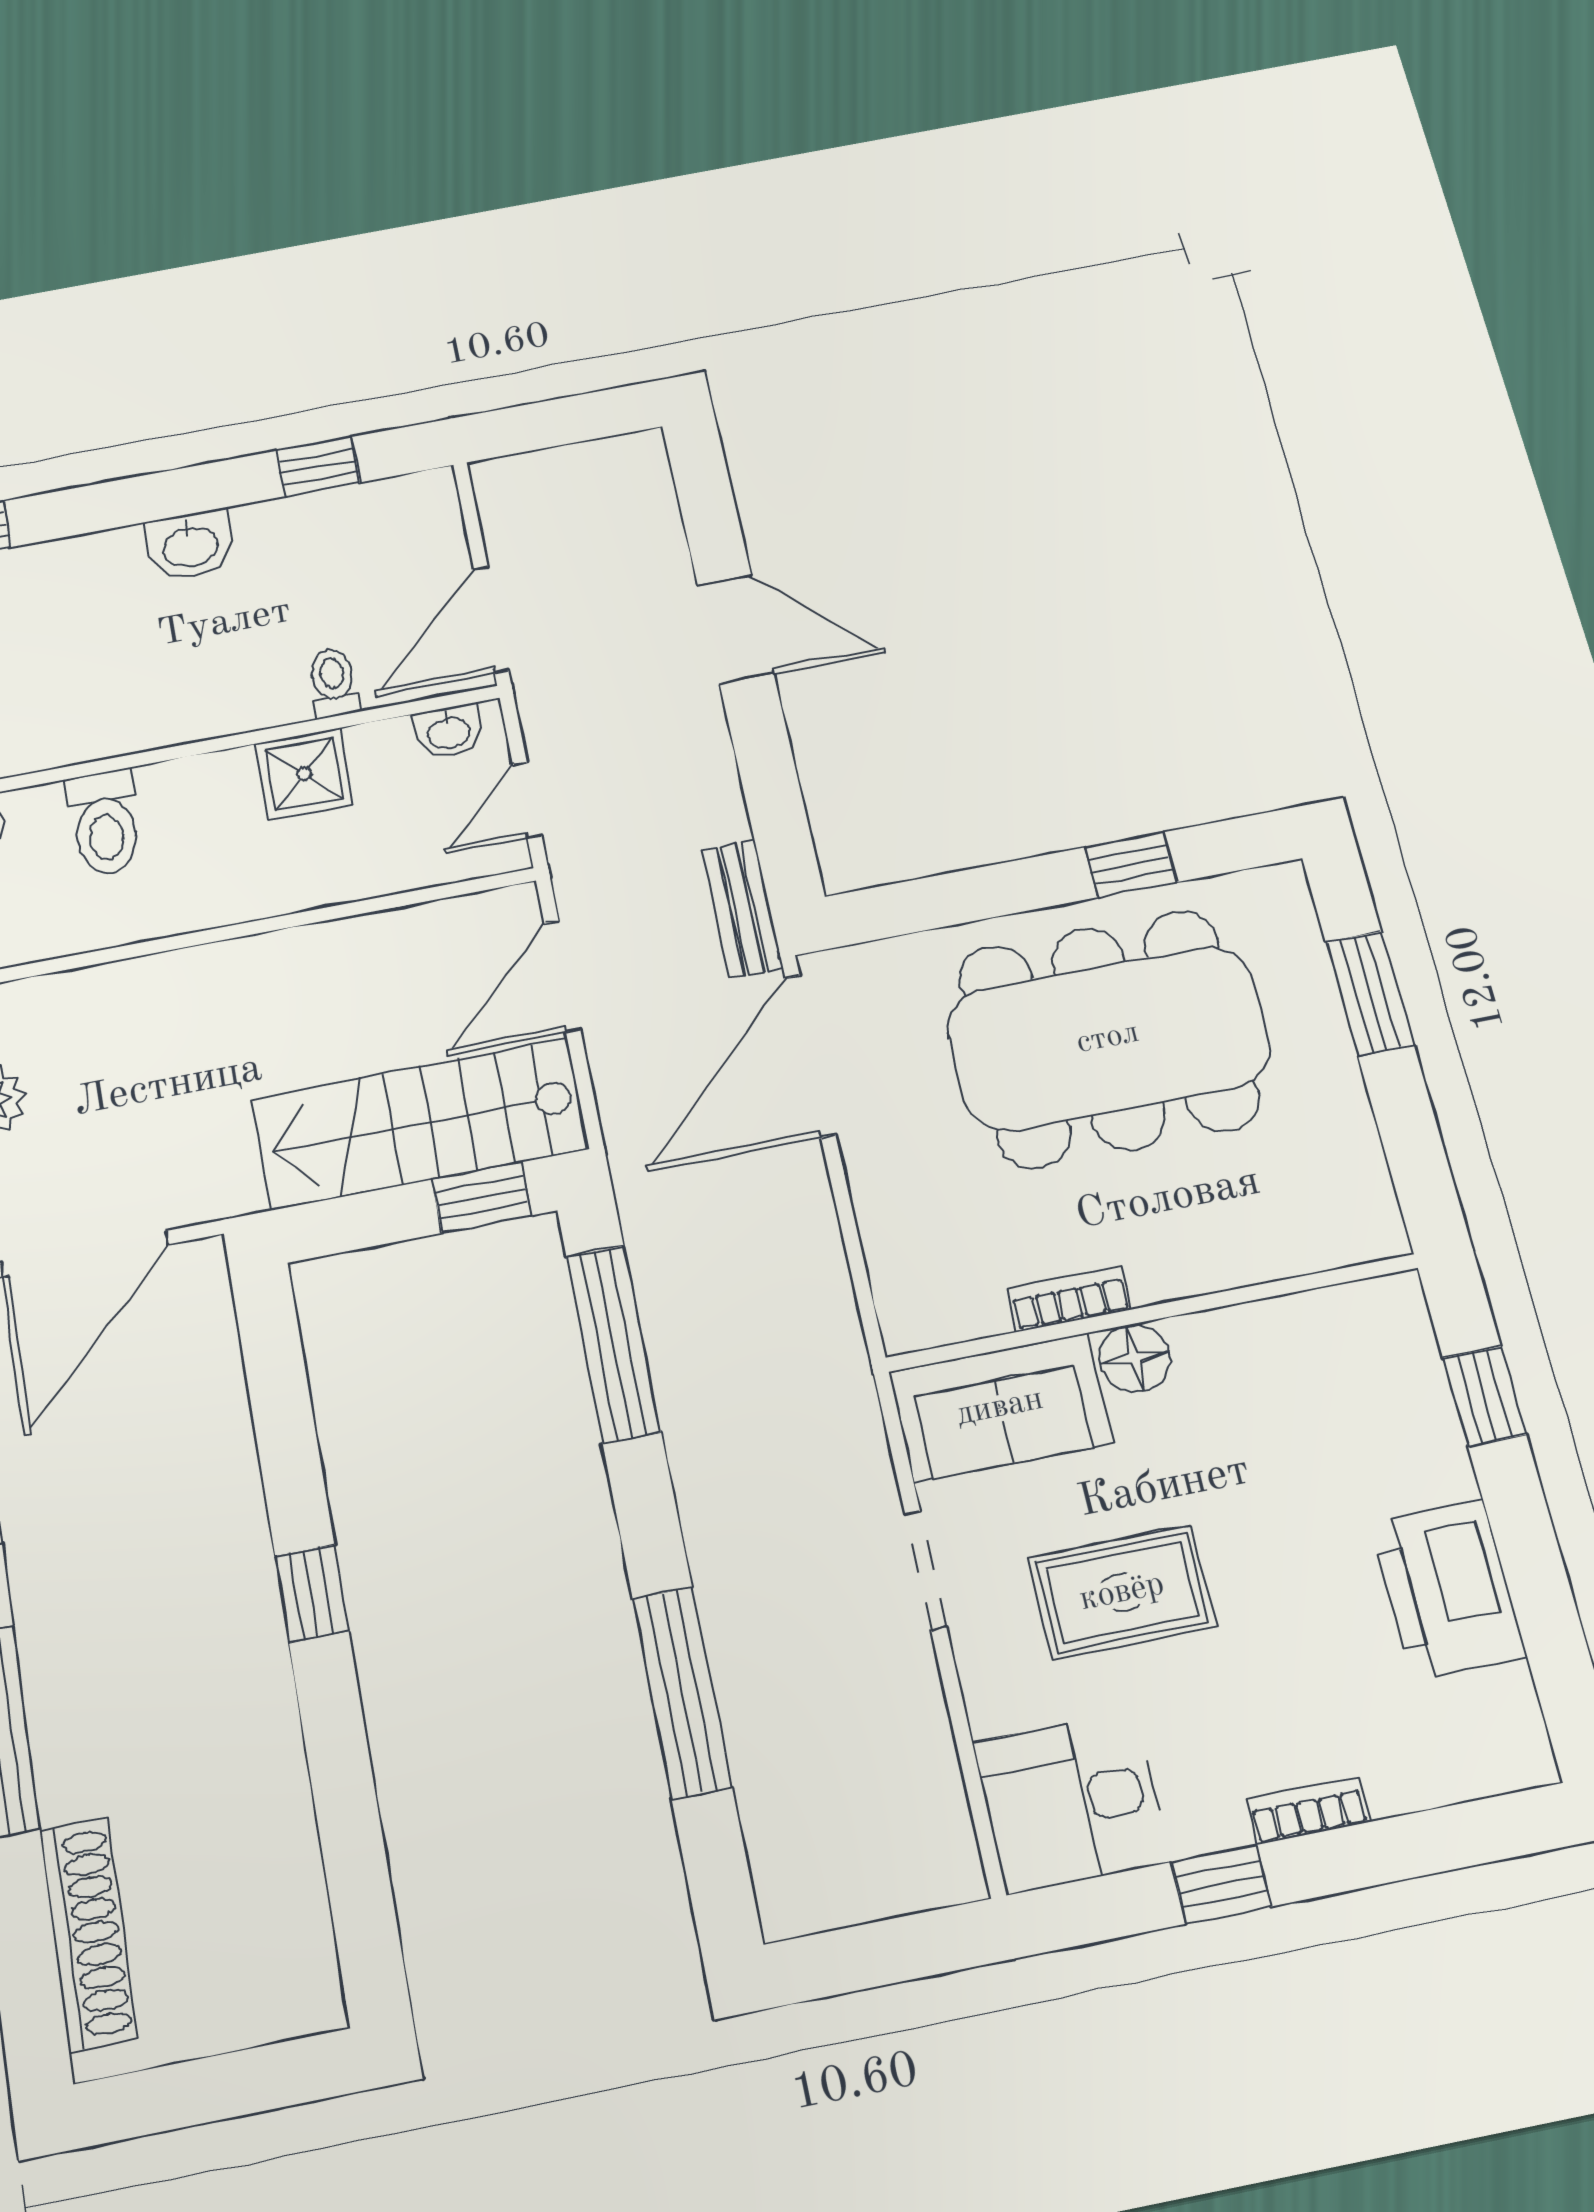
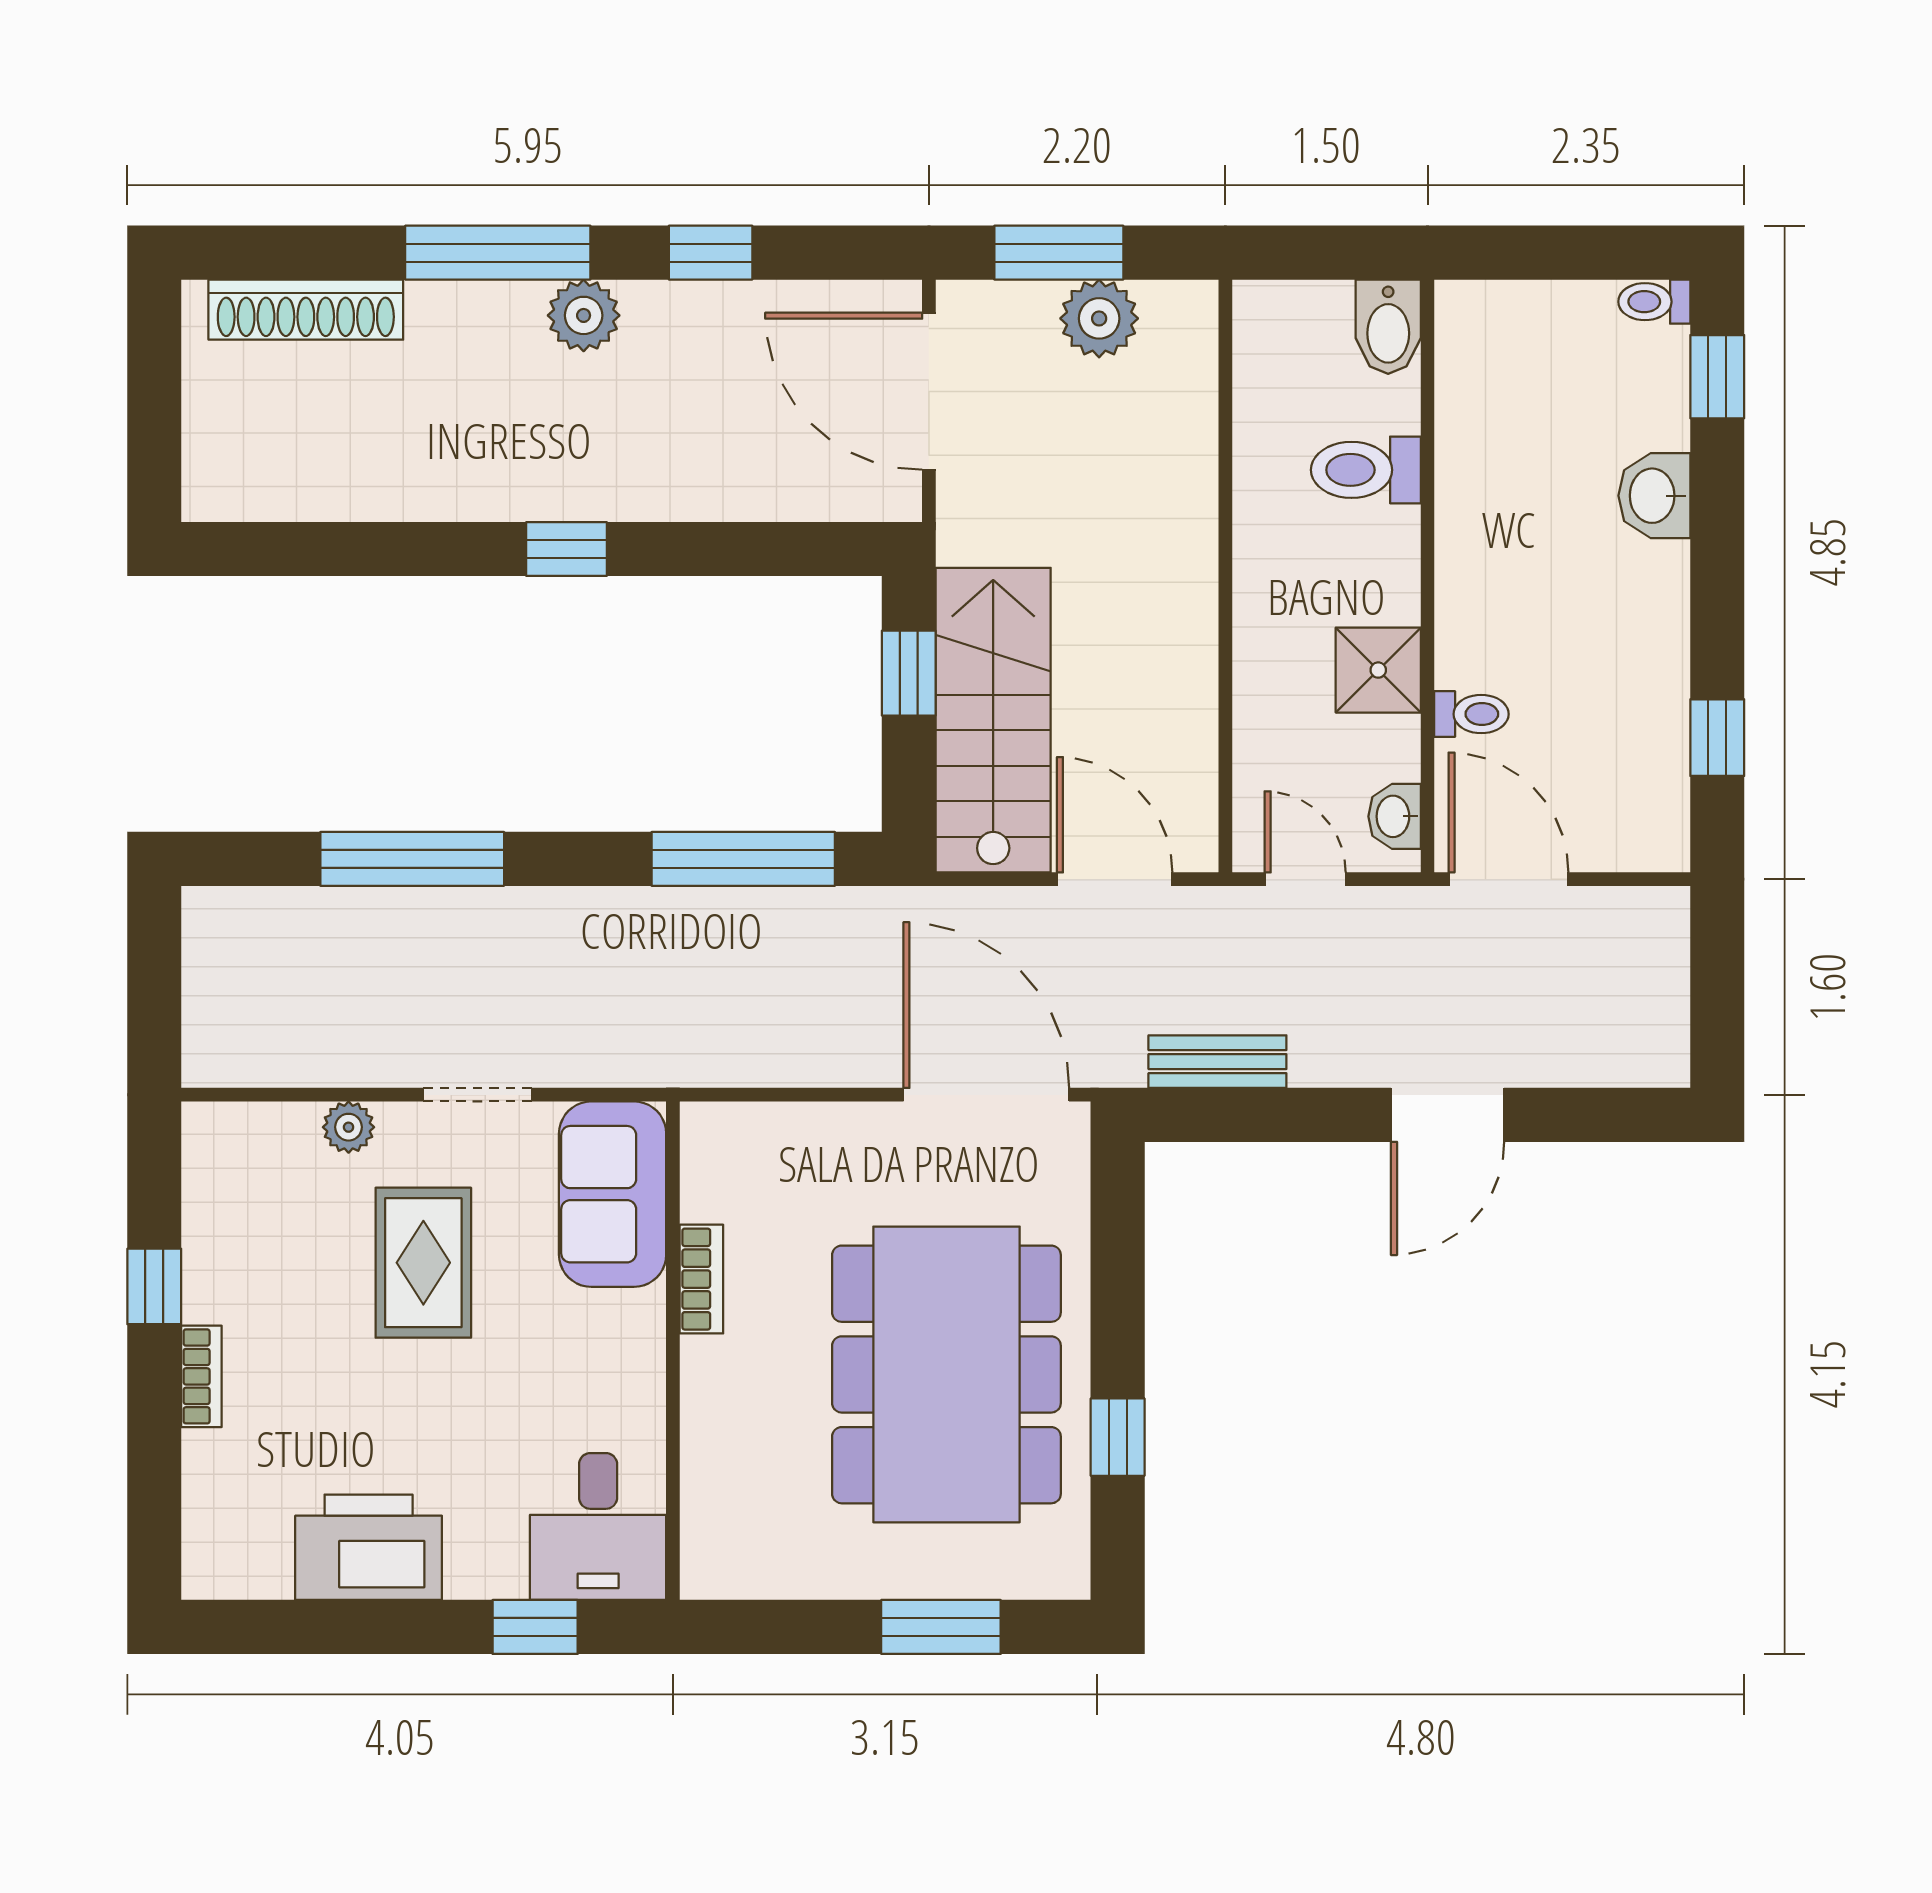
washbasin: (190, 545) -> (1654, 496), moved
bench: (742, 909) -> (1217, 1062), moved
window: (482, 1197) -> (909, 673), moved
floor lamp: (1134, 1358) -> (634, 1324), removed
plant: (53, 1626) -> (584, 315), added
plant: (993, 1703) -> (349, 1127), added
desk: (1071, 1802) -> (598, 1527), moved, turned 180

